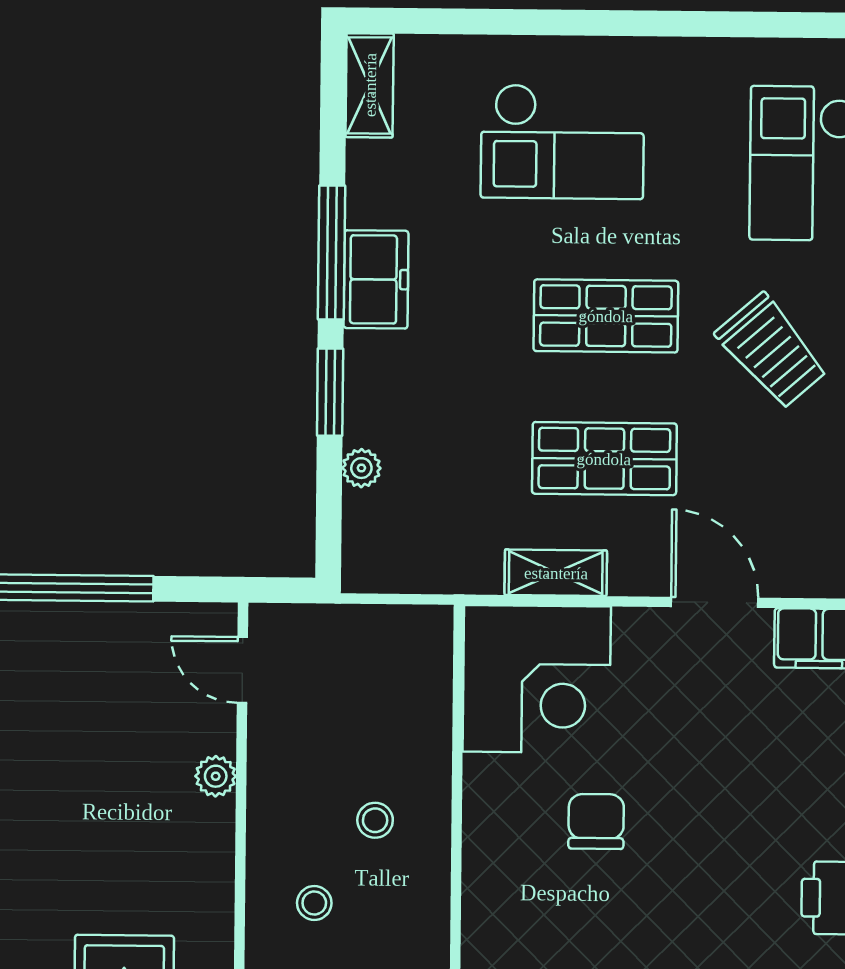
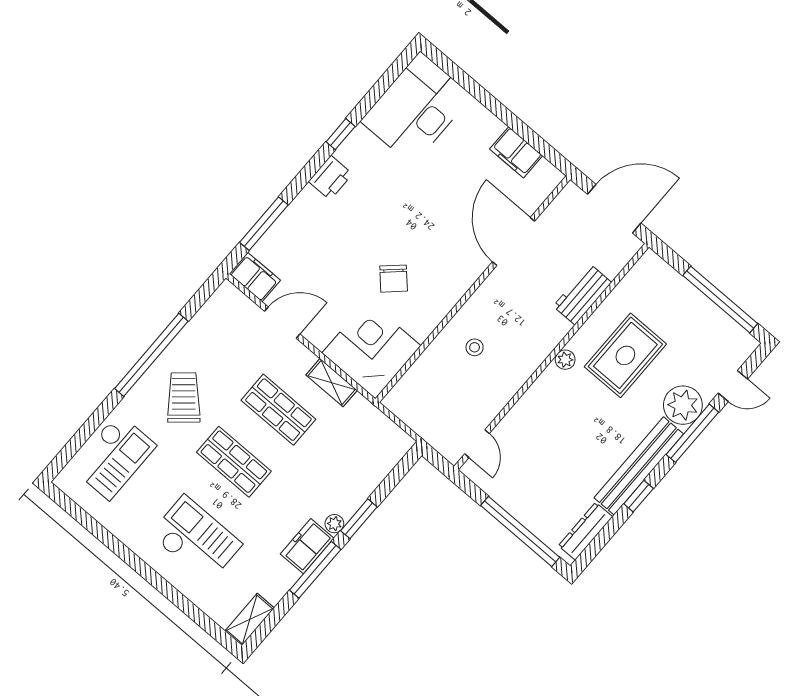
plant: (361, 468) -> (334, 524), moved
door: (715, 602) -> (282, 323), swing flipped
plant: (216, 776) -> (565, 360), moved
chair: (596, 822) -> (394, 279), turned -43
stool: (314, 903) -> (522, 336), removed

